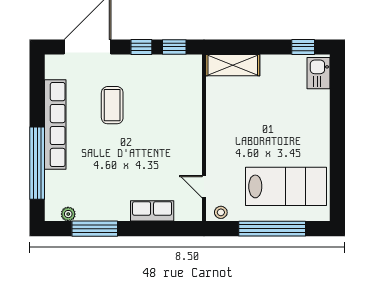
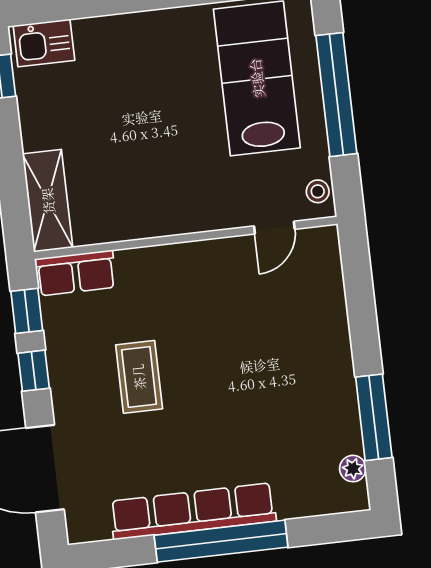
coffee table: (112, 105) -> (139, 377), moved, turned 90
window: (37, 163) -> (221, 541), moved
row of seats: (152, 211) -> (76, 273), moved, turned -90

